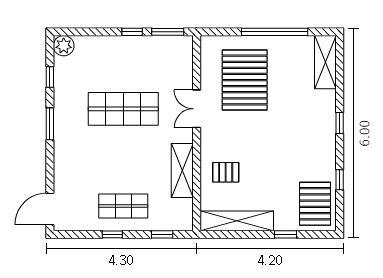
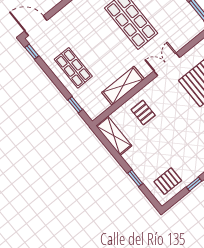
pallet: (315, 204) -> (168, 181), width x0.67, depth x0.71
shelving: (237, 221) -> (114, 136), width x0.68
window: (112, 234) -> (32, 52), moved

